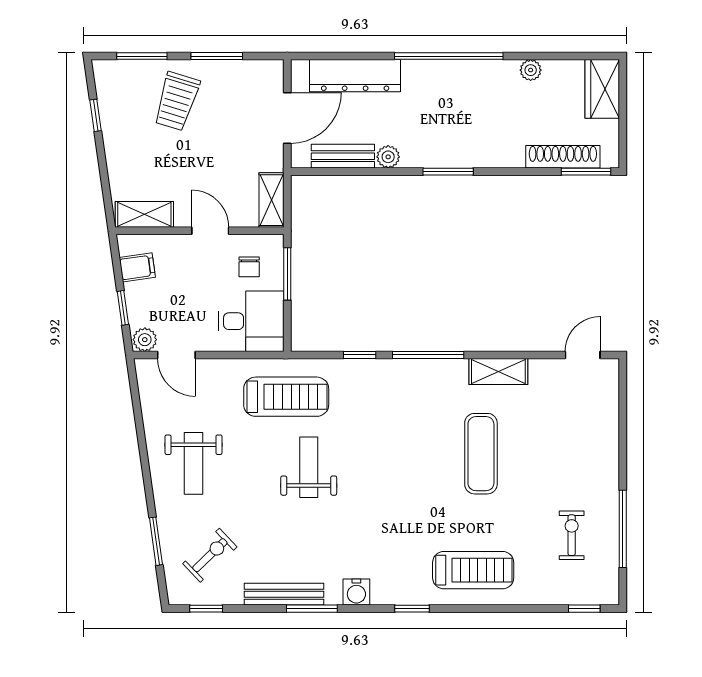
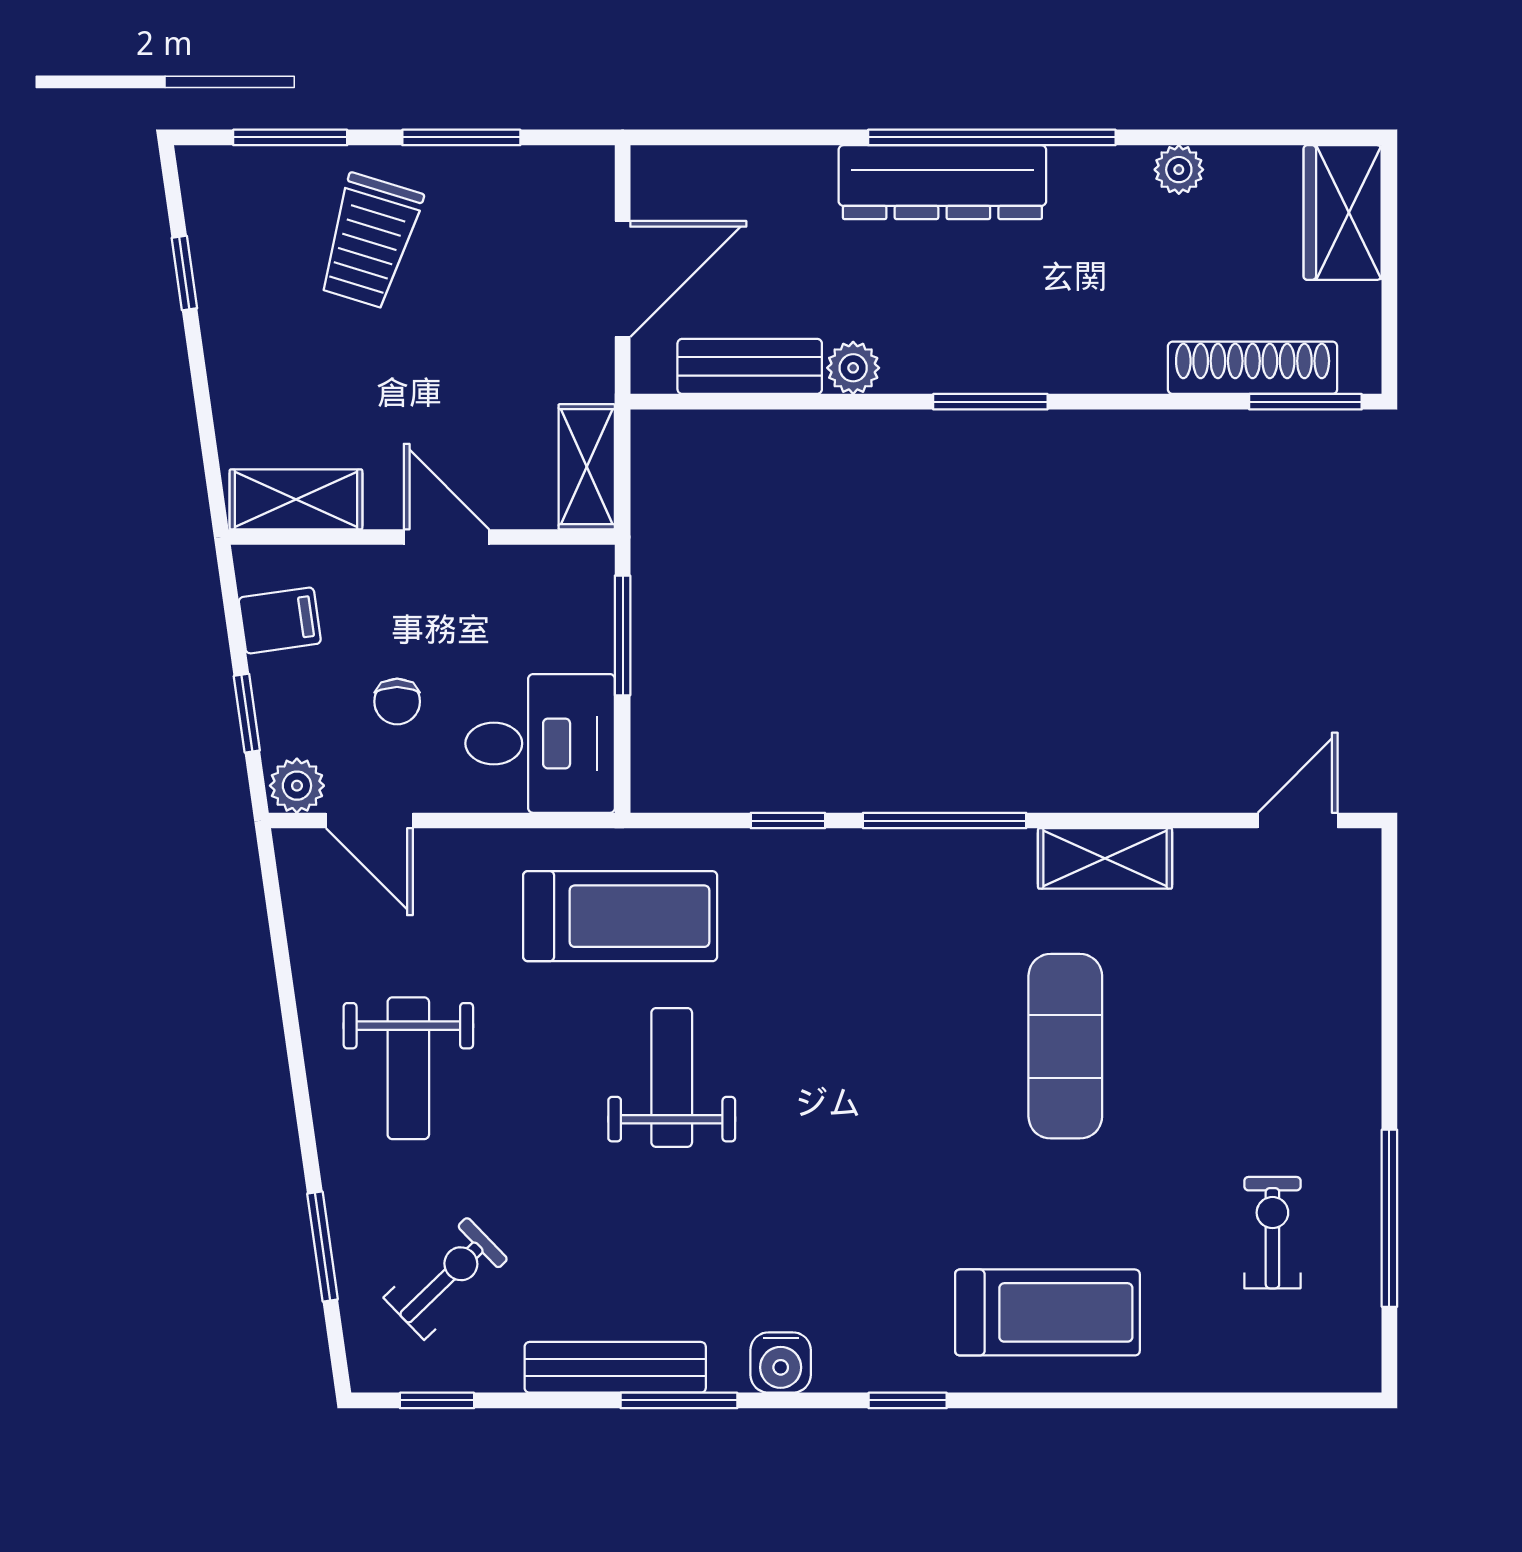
dresser: (355, 76) -> (942, 182), moved
chair: (249, 267) -> (397, 702), moved
window: (584, 609) -> (1301, 1400), removed

